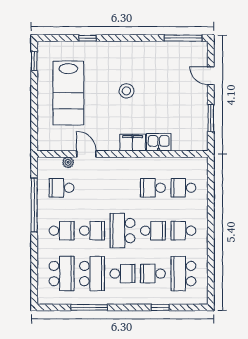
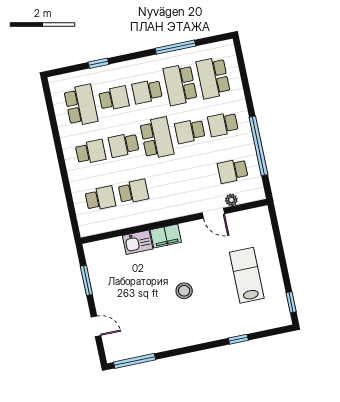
lab bench: (68, 93) -> (247, 275), width x0.73, depth x0.72
school desk: (62, 188) -> (233, 171), turned 180

